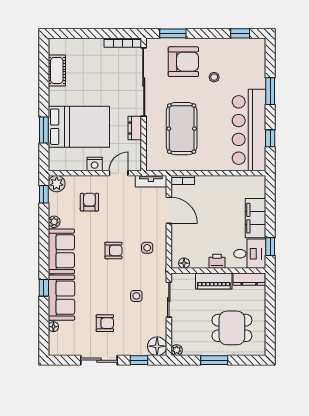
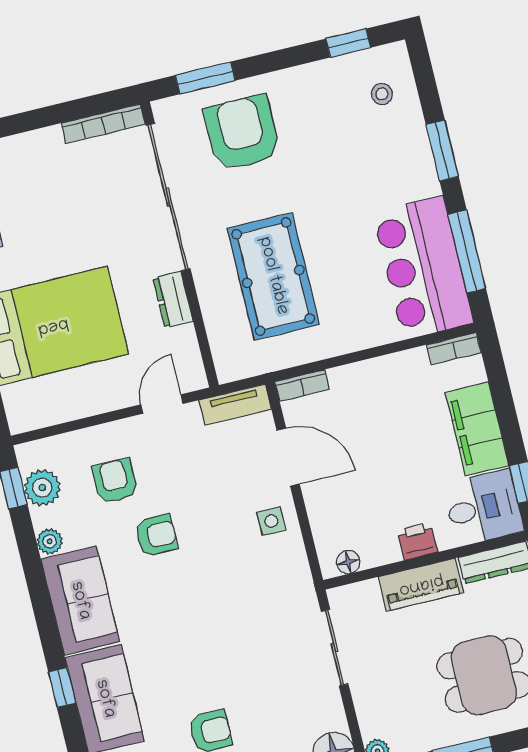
armchair: (183, 62) -> (242, 133), turned -90
stool: (214, 77) -> (382, 94), moved
bar counter: (249, 130) -> (423, 268), width x0.73
window: (270, 138) -> (467, 251), width x2.17
nightstand: (95, 164) -> (106, 397), removed
bookcase: (254, 180) -> (454, 348), added
plant: (57, 184) -> (42, 488), moved
side table: (147, 248) -> (271, 521), moved
armchair: (113, 250) -> (156, 535), moved
side table: (136, 296) -> (264, 657), removed

